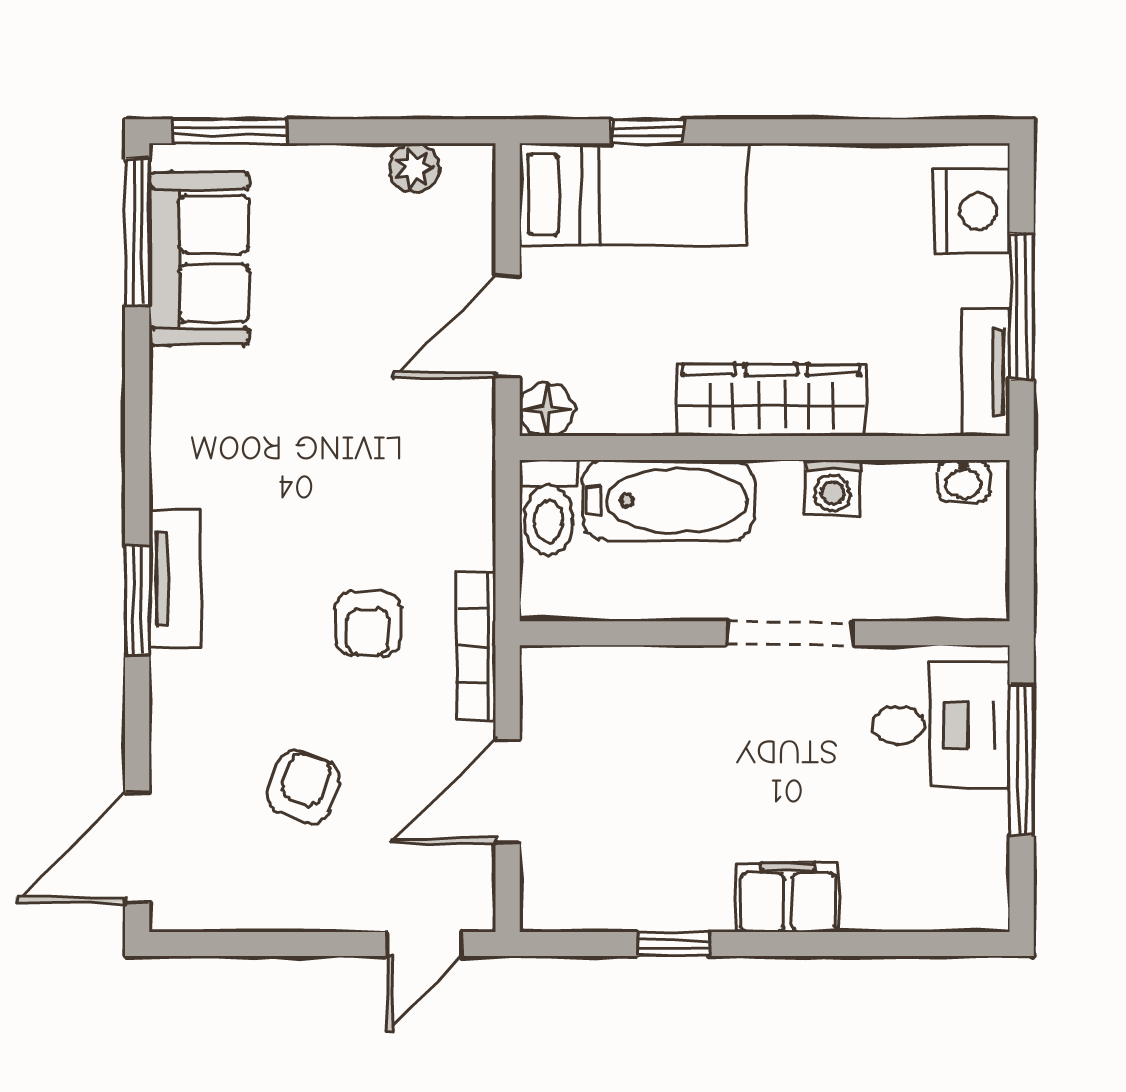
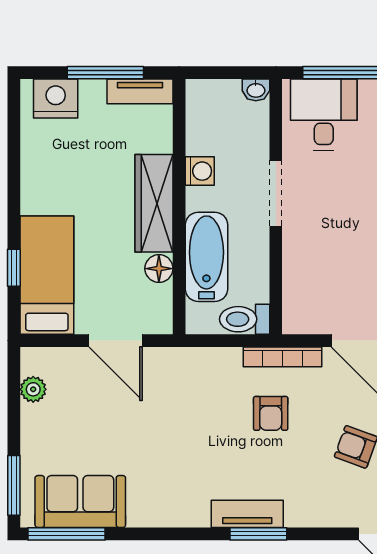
floor lamp: (546, 409) -> (159, 269), moved
washbasin: (963, 481) -> (256, 90), moved, turned 90
toilet: (549, 508) -> (245, 319), moved, turned 180
armchair: (368, 623) -> (271, 413), turned 90

